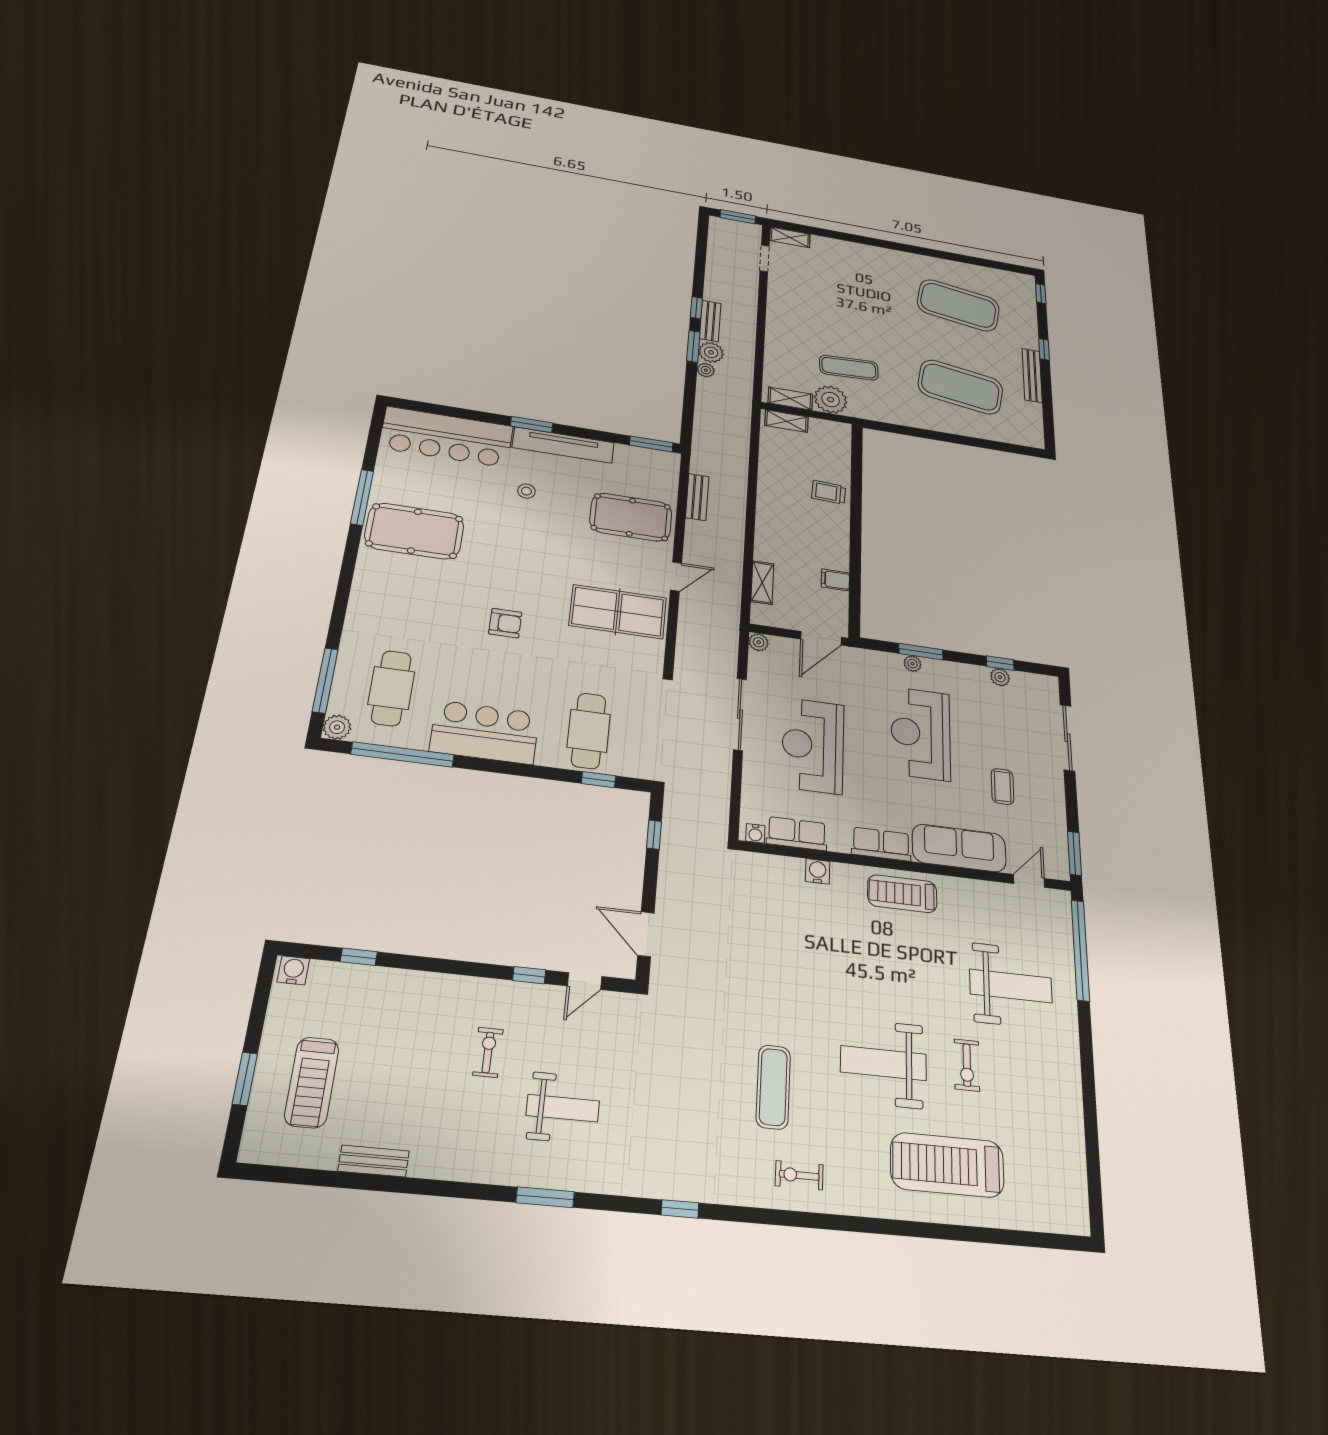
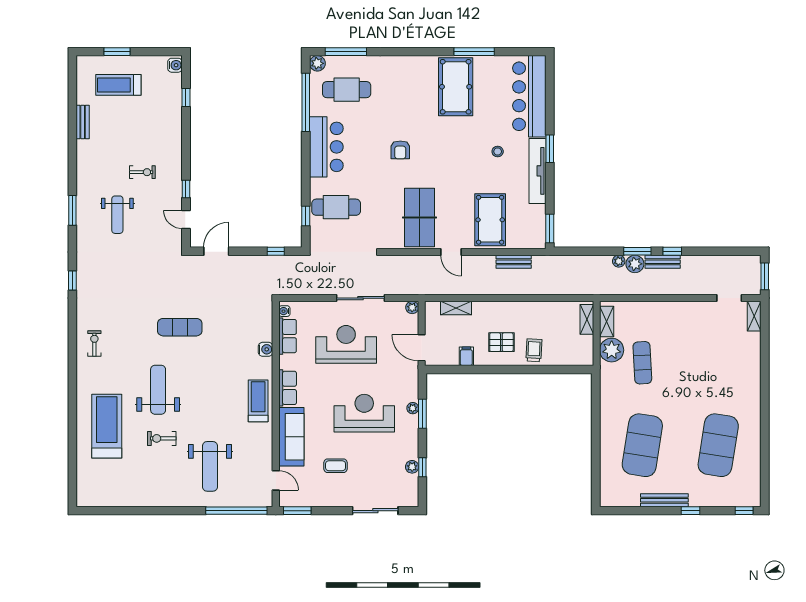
pallet: (816, 531) -> (501, 342), added
exercise mat: (773, 1087) -> (180, 327), moved

